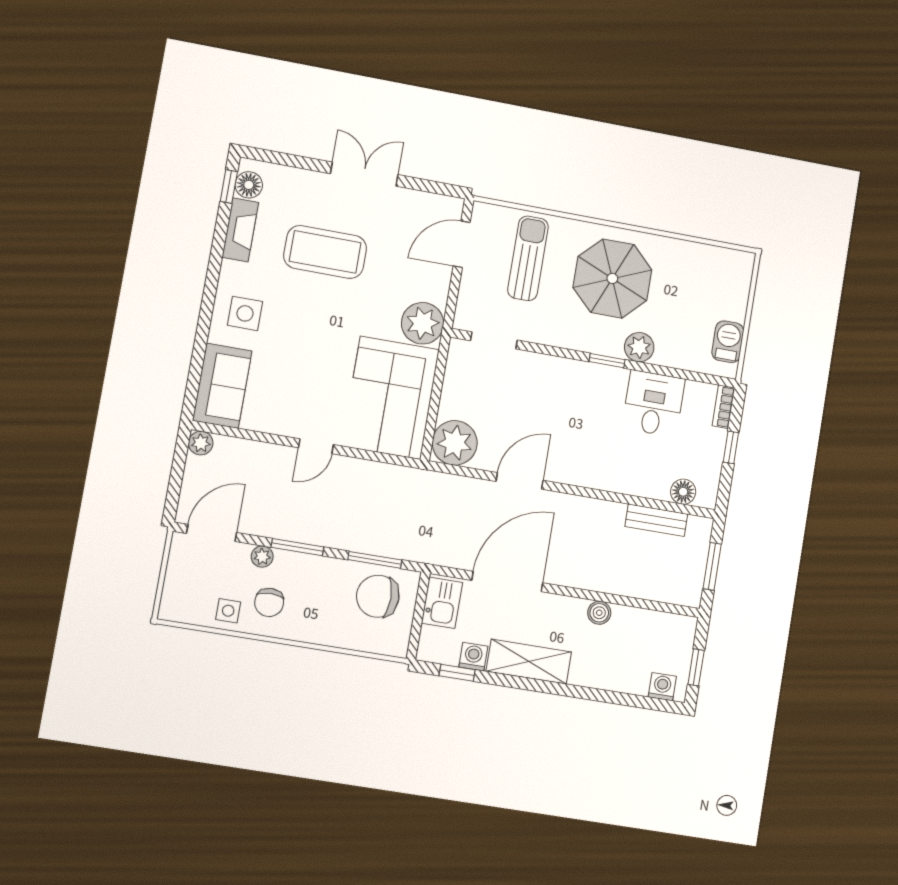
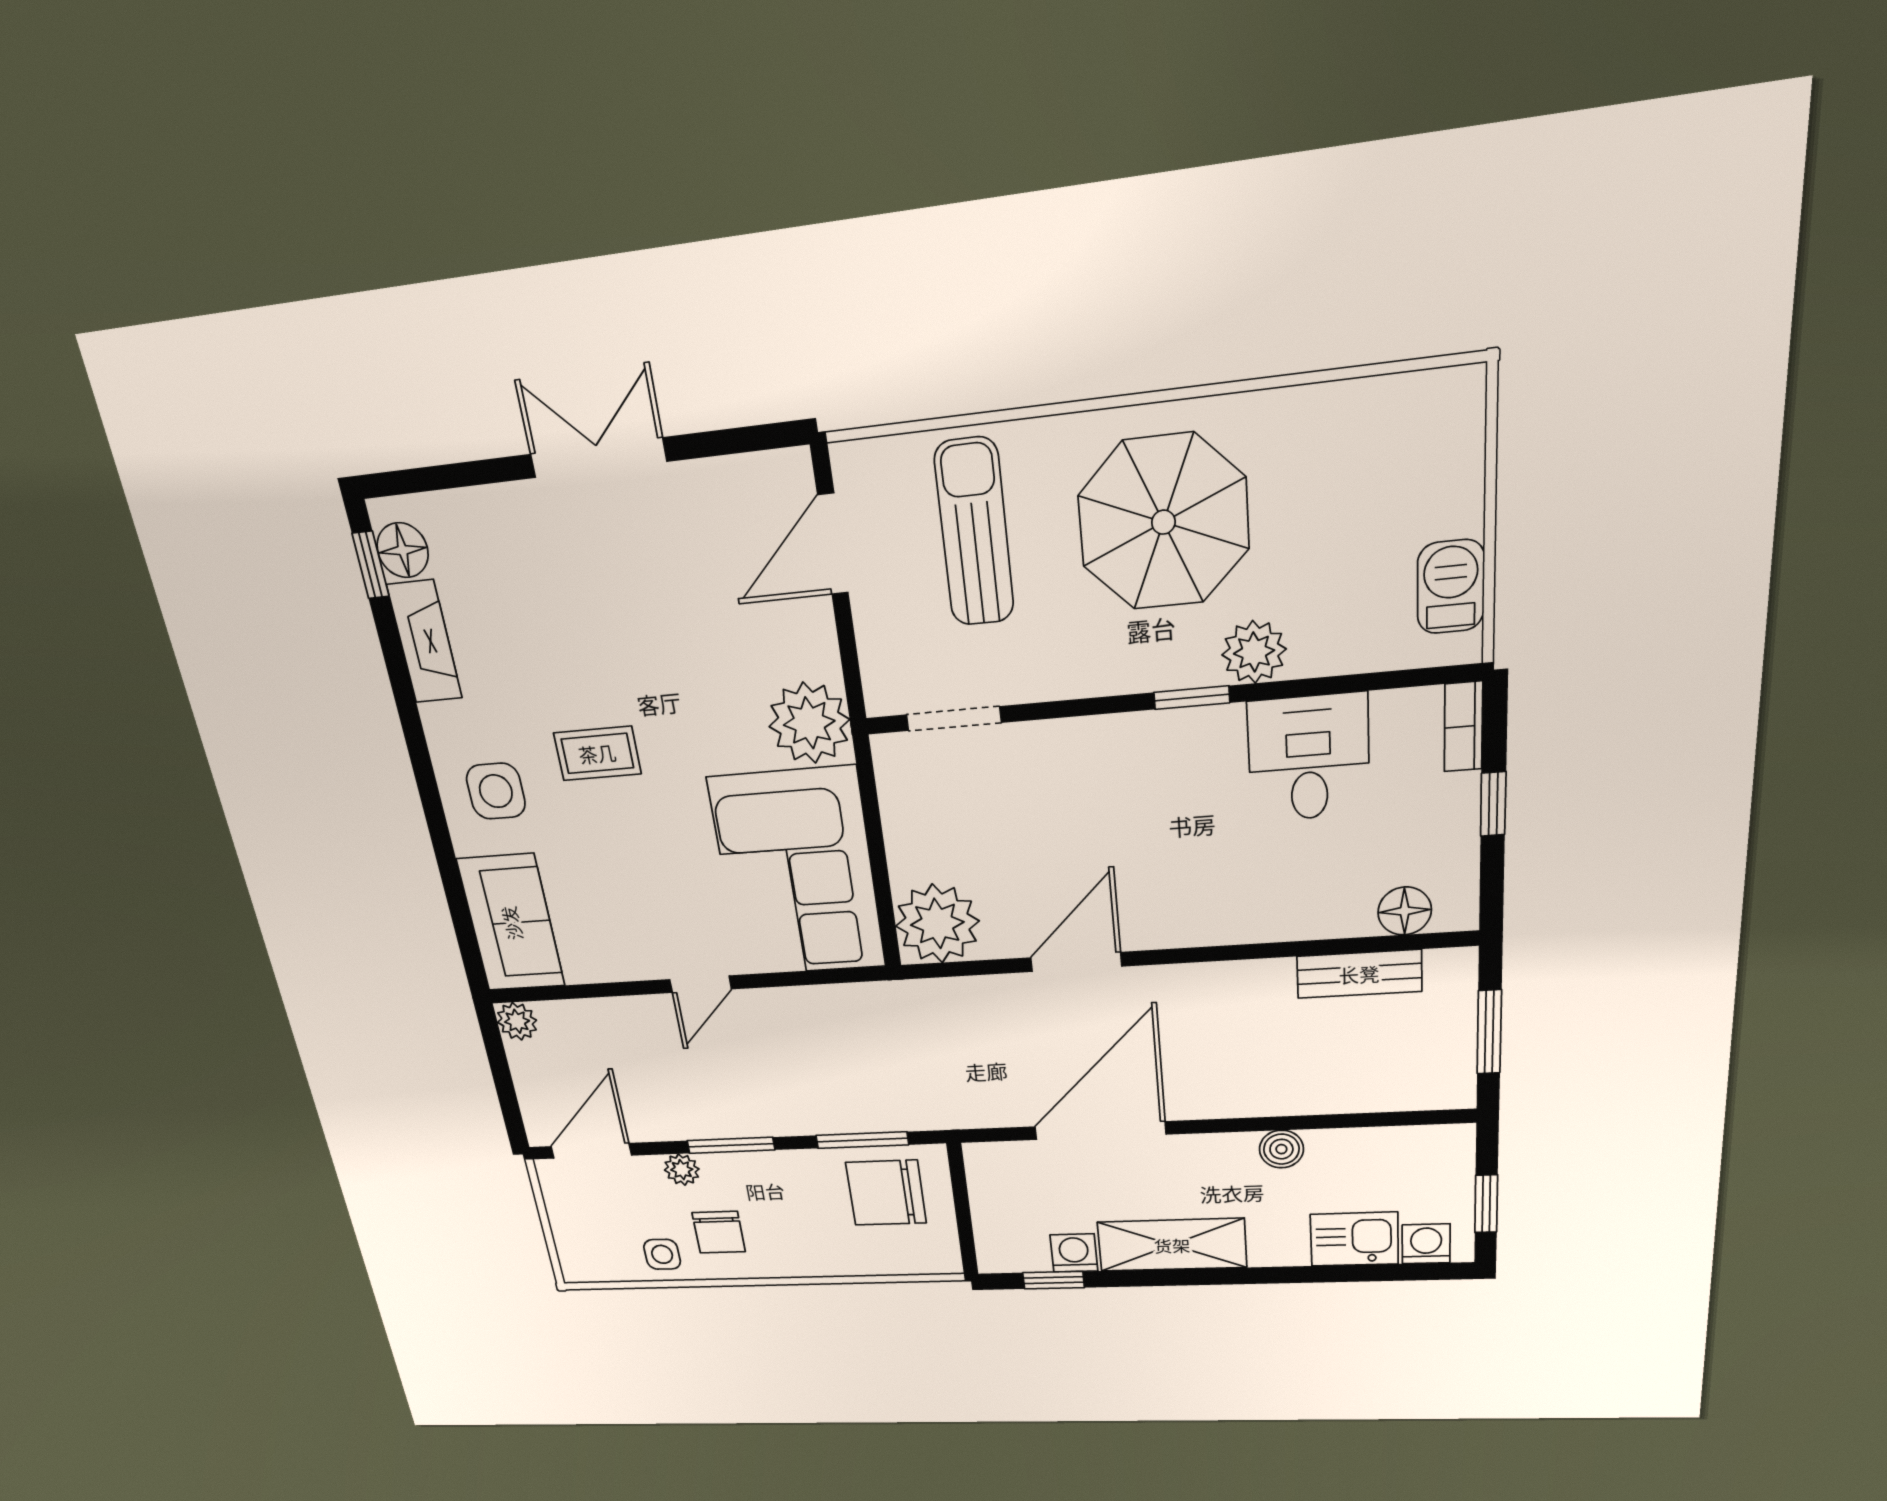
coffee table: (325, 252) -> (597, 753), moved, width x0.54, depth x0.58
kitchen sink: (442, 603) -> (1354, 1239), moved, turned -90

